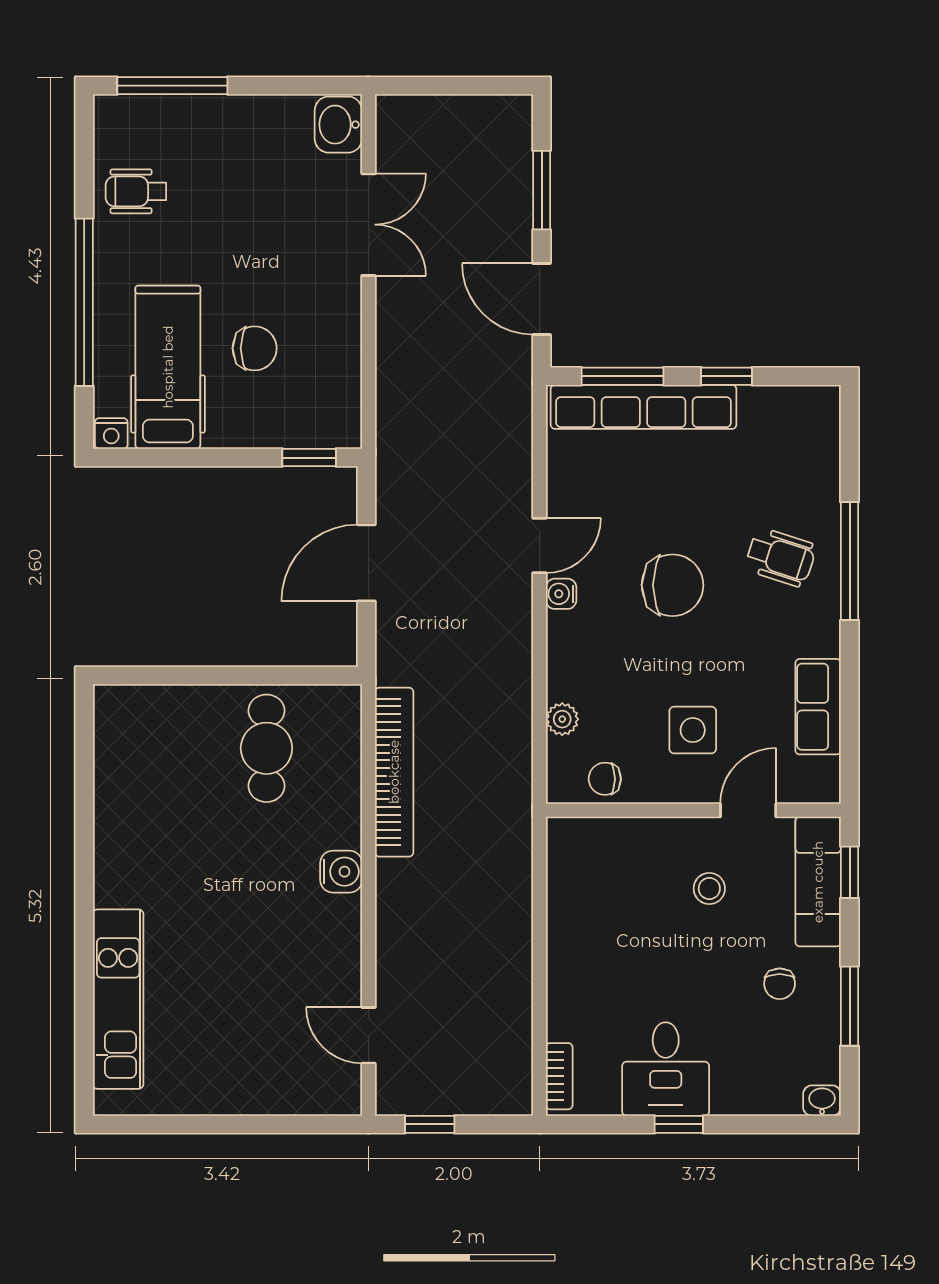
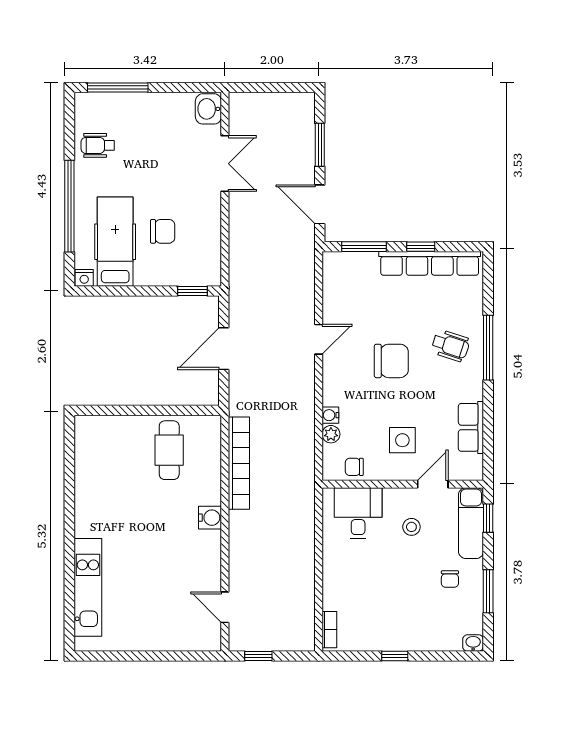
row of seats: (644, 407) -> (430, 263), moved
water cooler: (561, 594) -> (330, 415), moved
desk: (666, 1069) -> (358, 513), moved, turned 180

